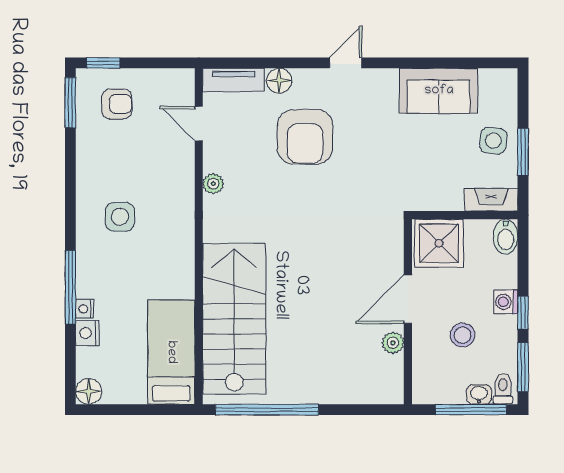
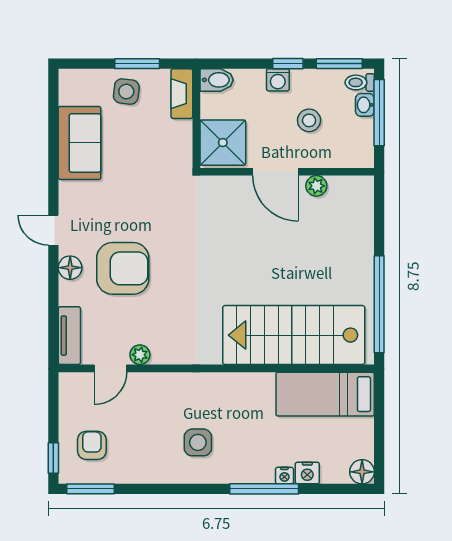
floor lamp: (279, 81) -> (70, 268), moved
plant: (213, 184) -> (140, 355), moved

